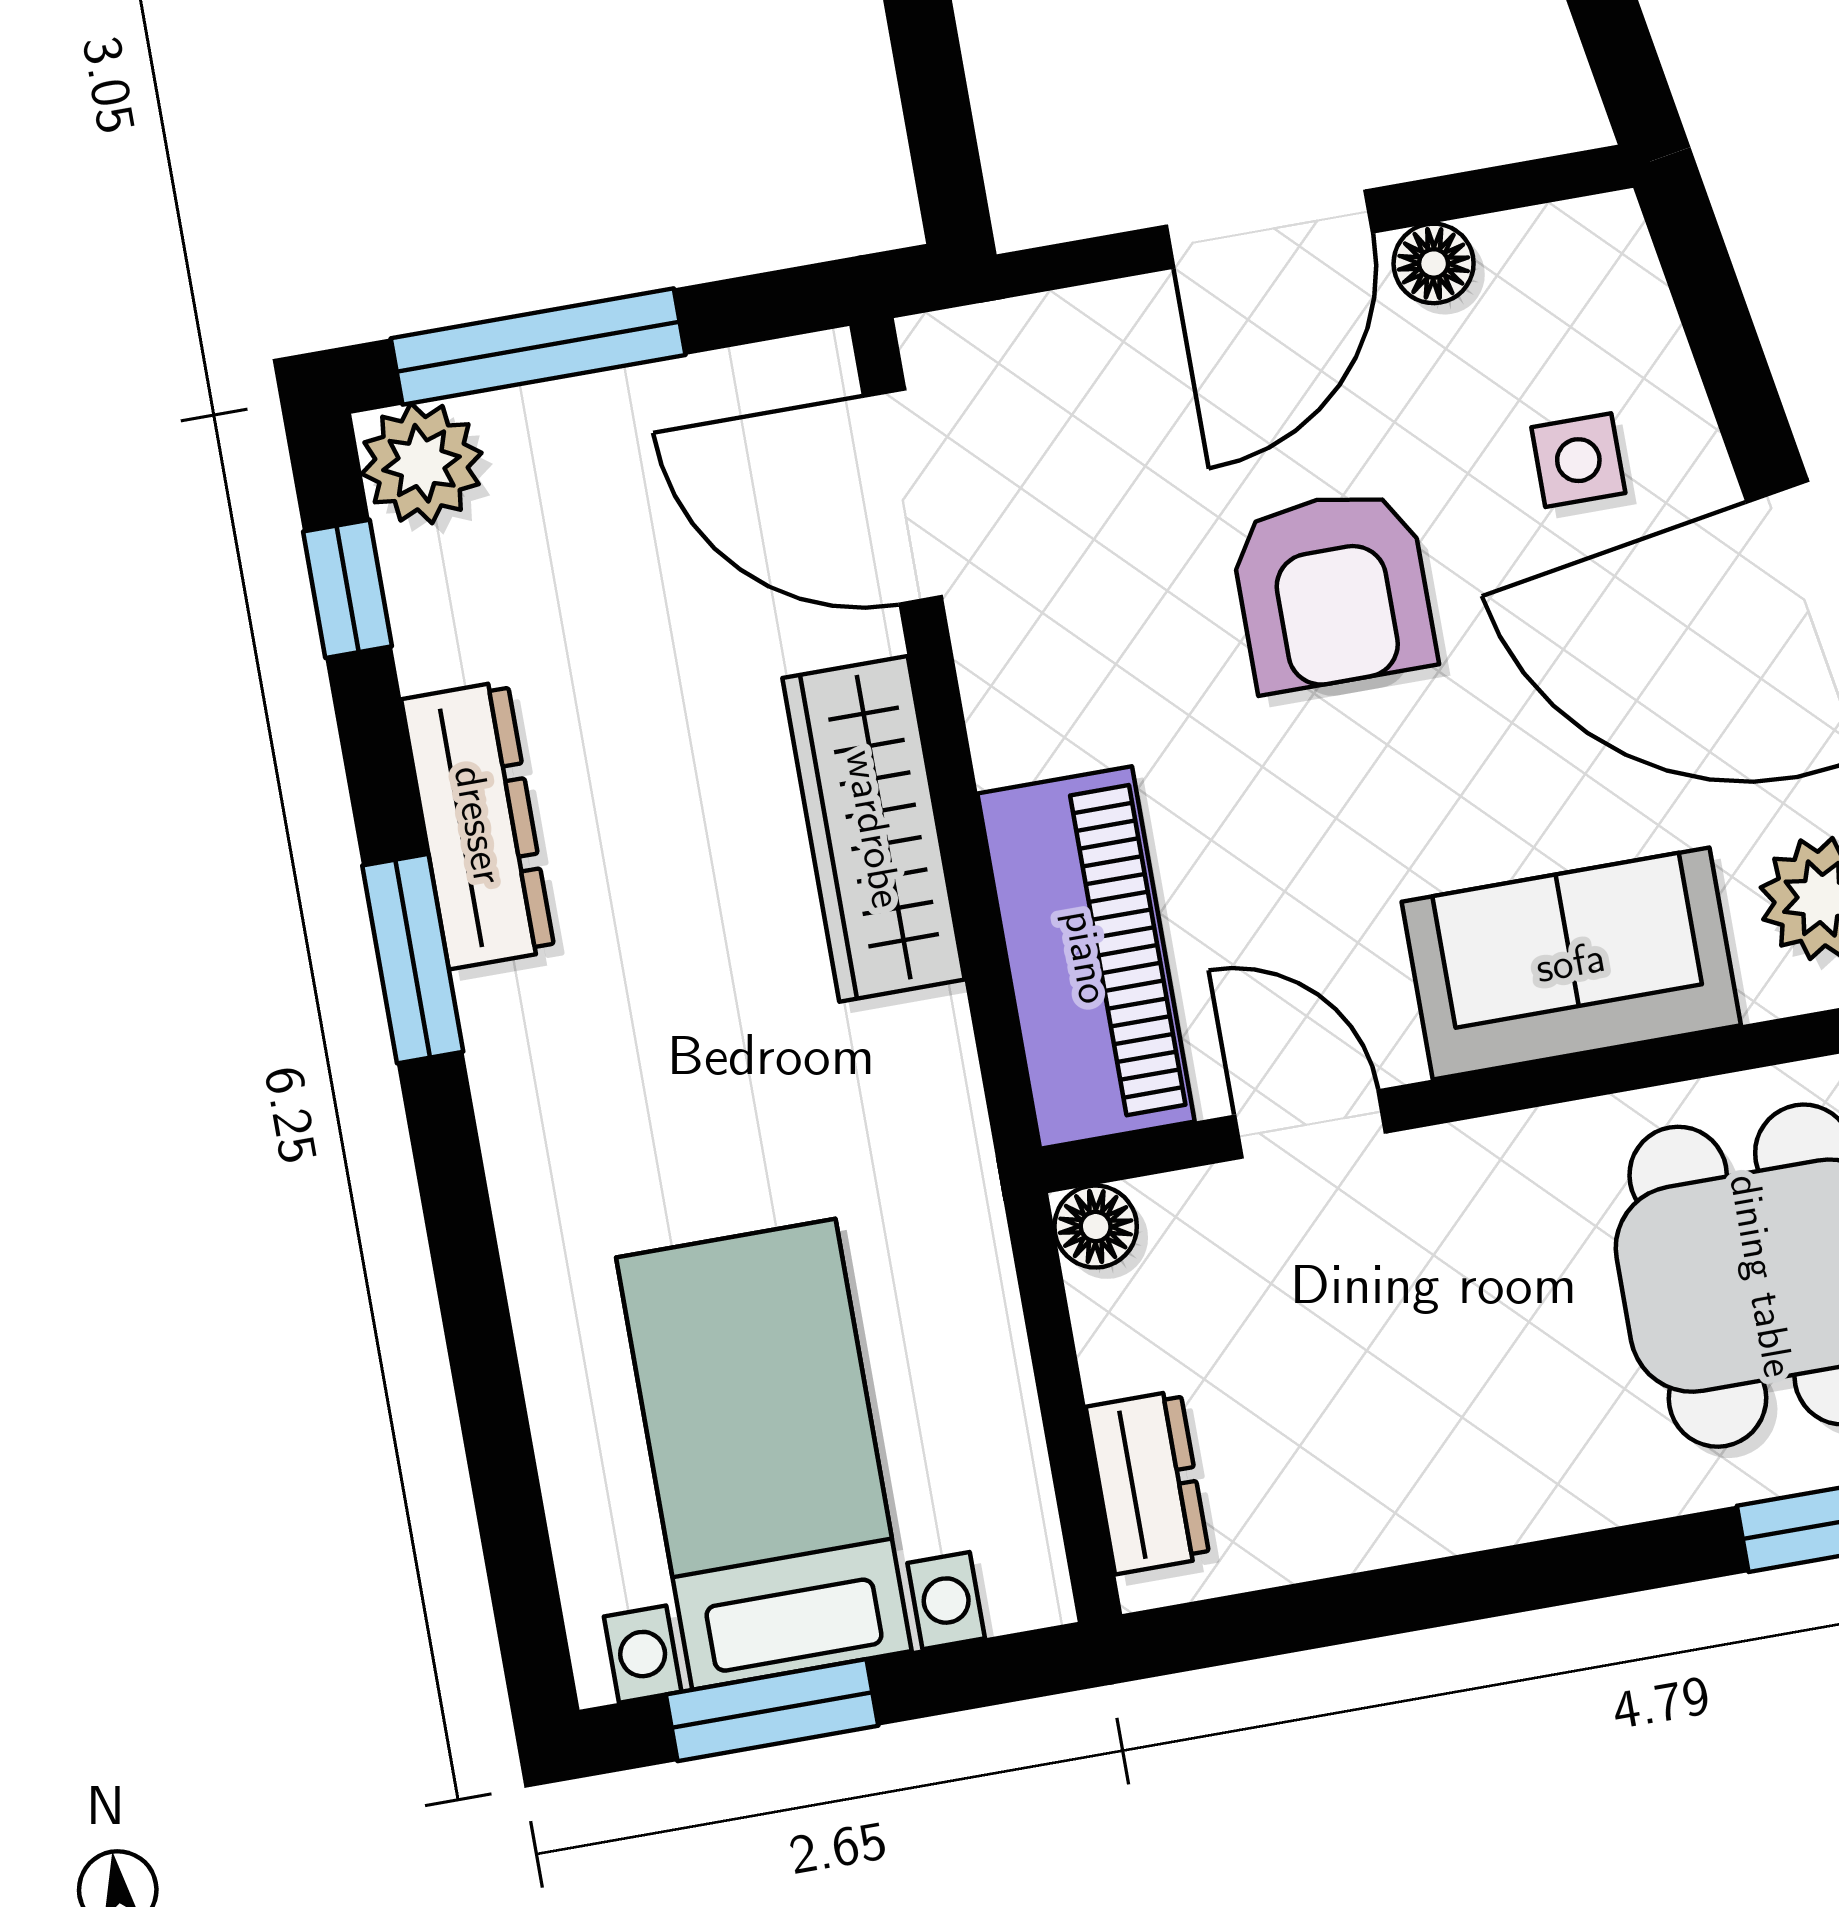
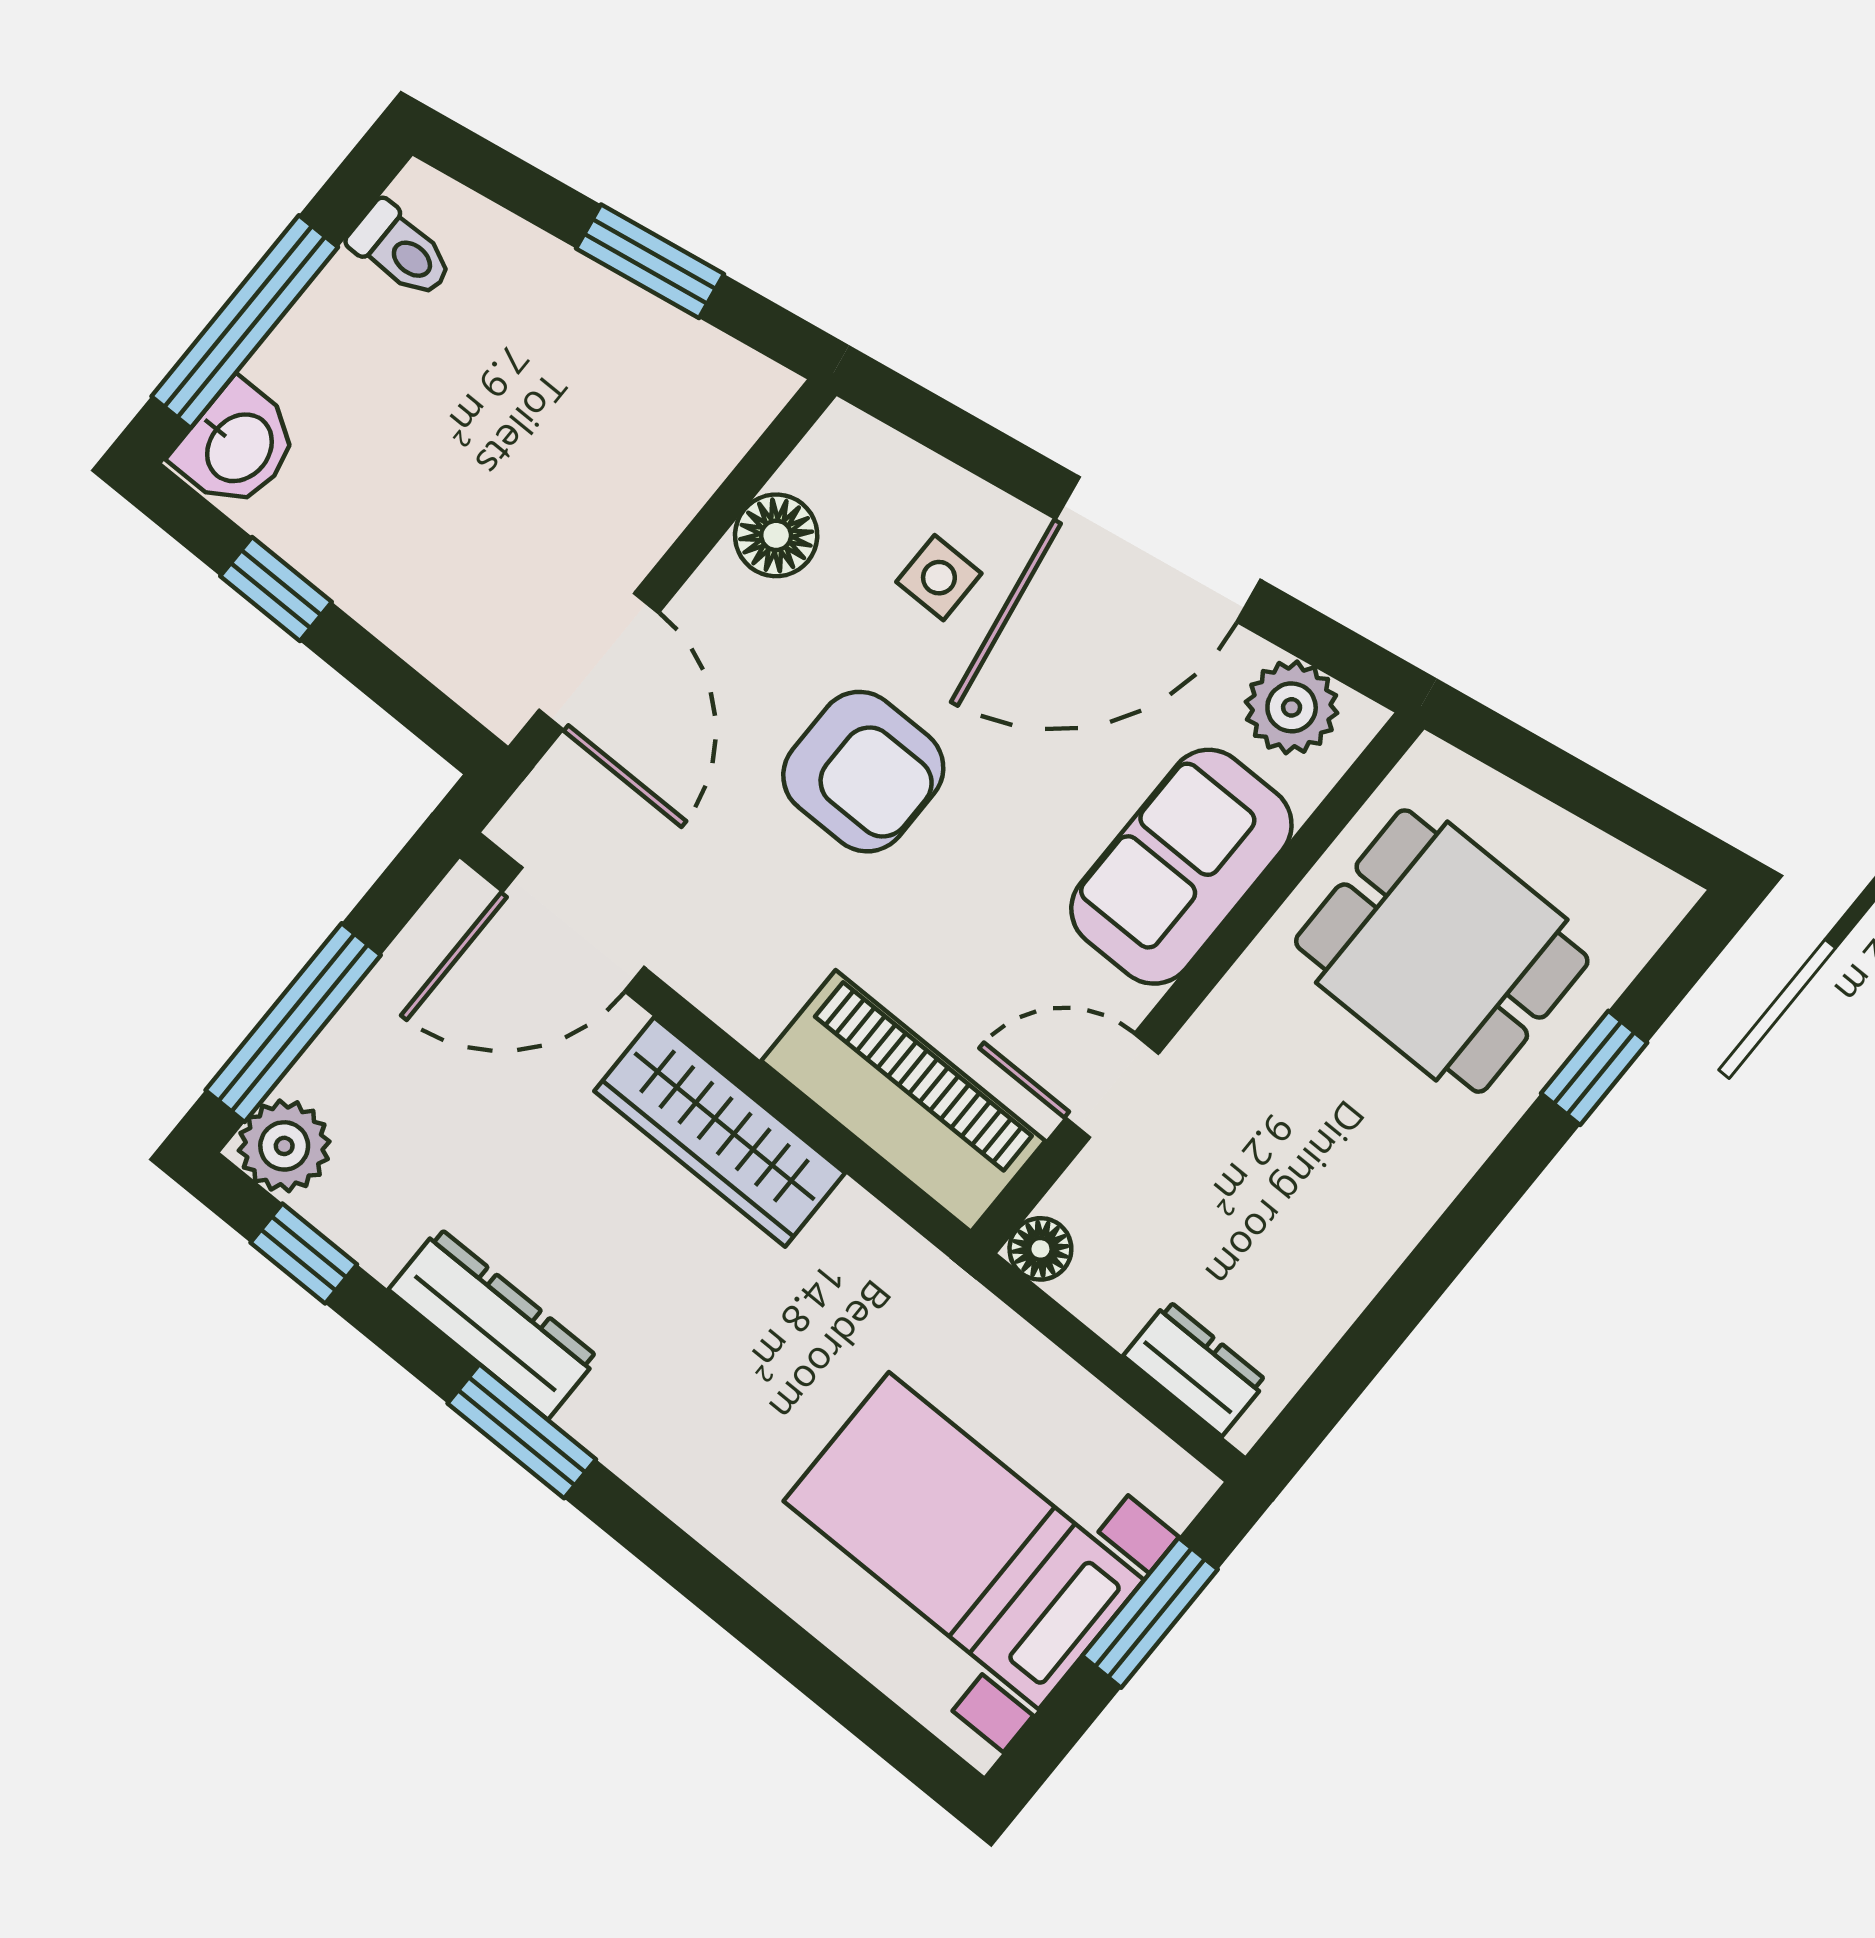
door: (1269, 229) -> (599, 661), moved
floor lamp: (1434, 263) -> (776, 535), width x1.37, depth x1.37
window: (772, 1710) -> (1150, 1613), moved

